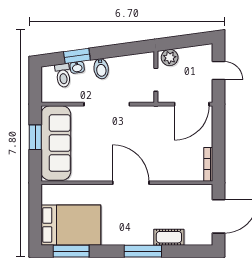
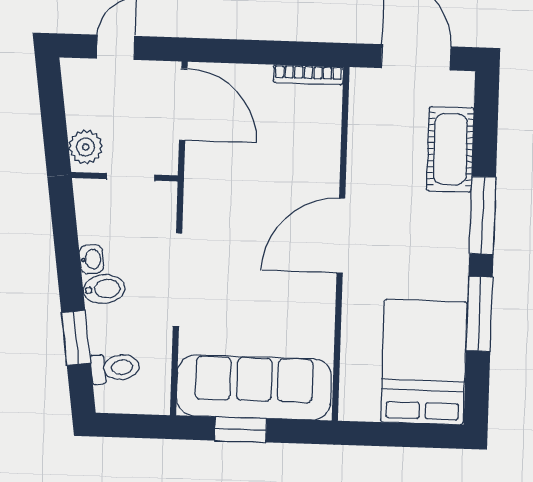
washbasin: (77, 67) -> (91, 259), moved
cot: (169, 237) -> (450, 149), width x1.37, depth x1.34
window: (71, 251) -> (479, 314), moved

